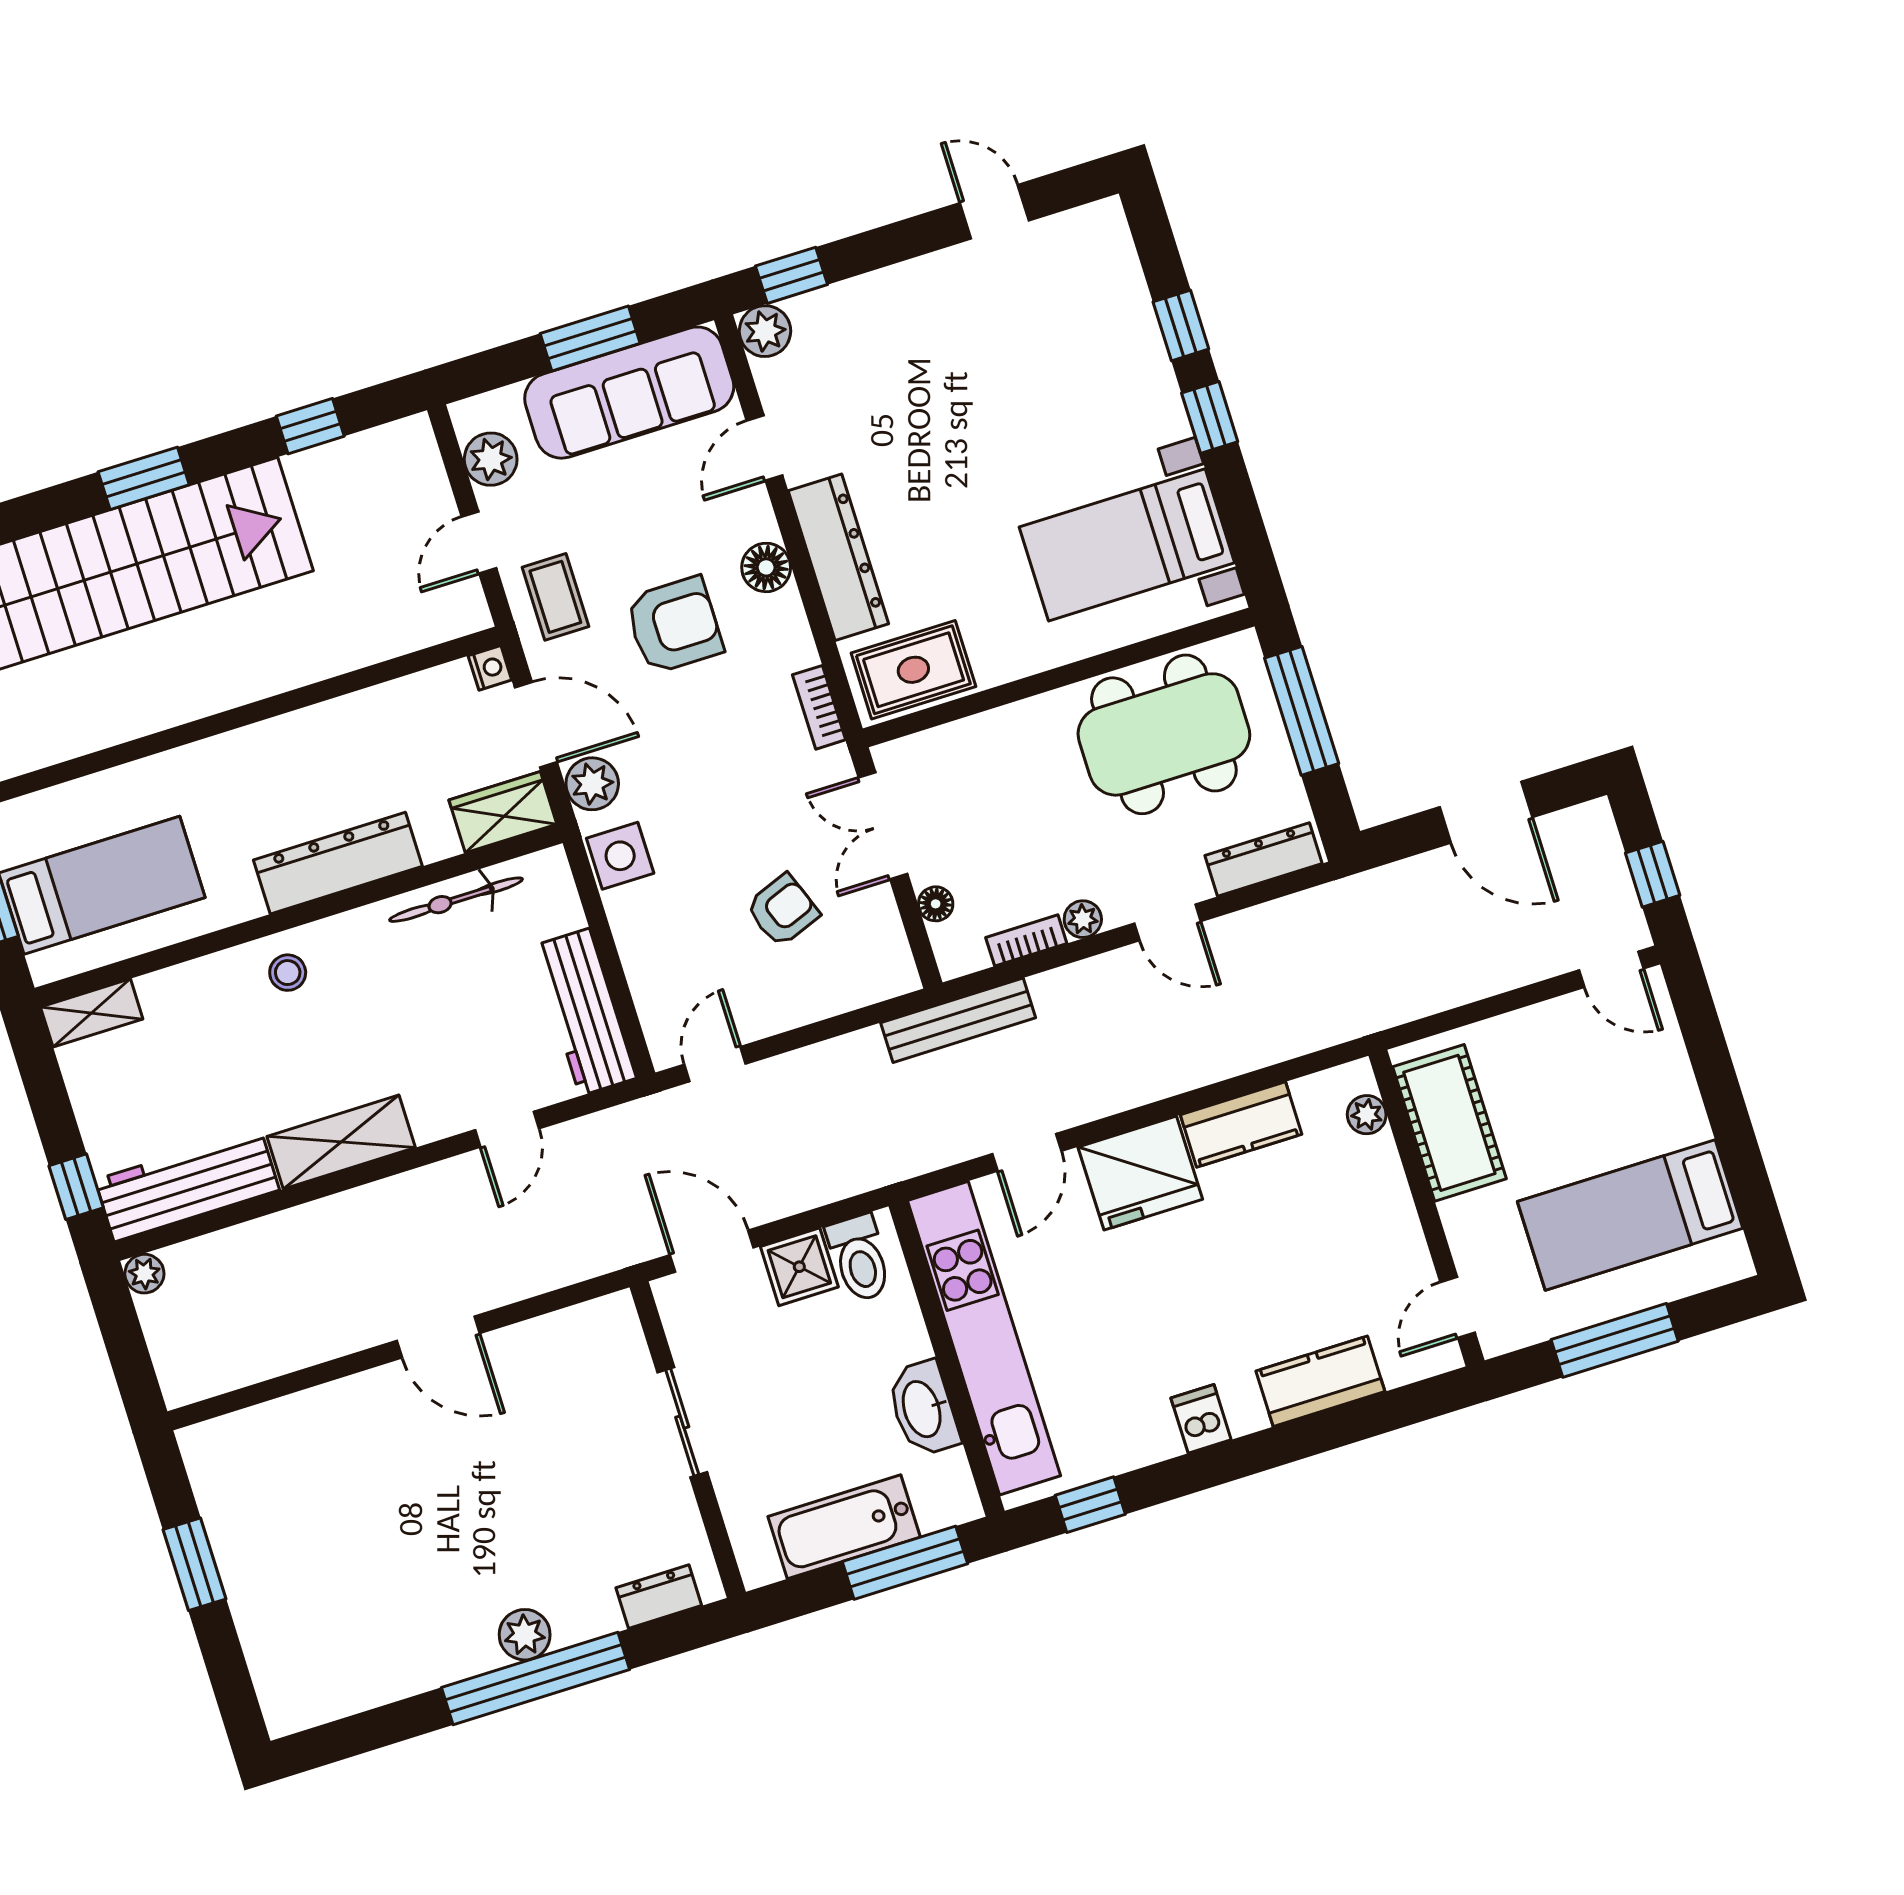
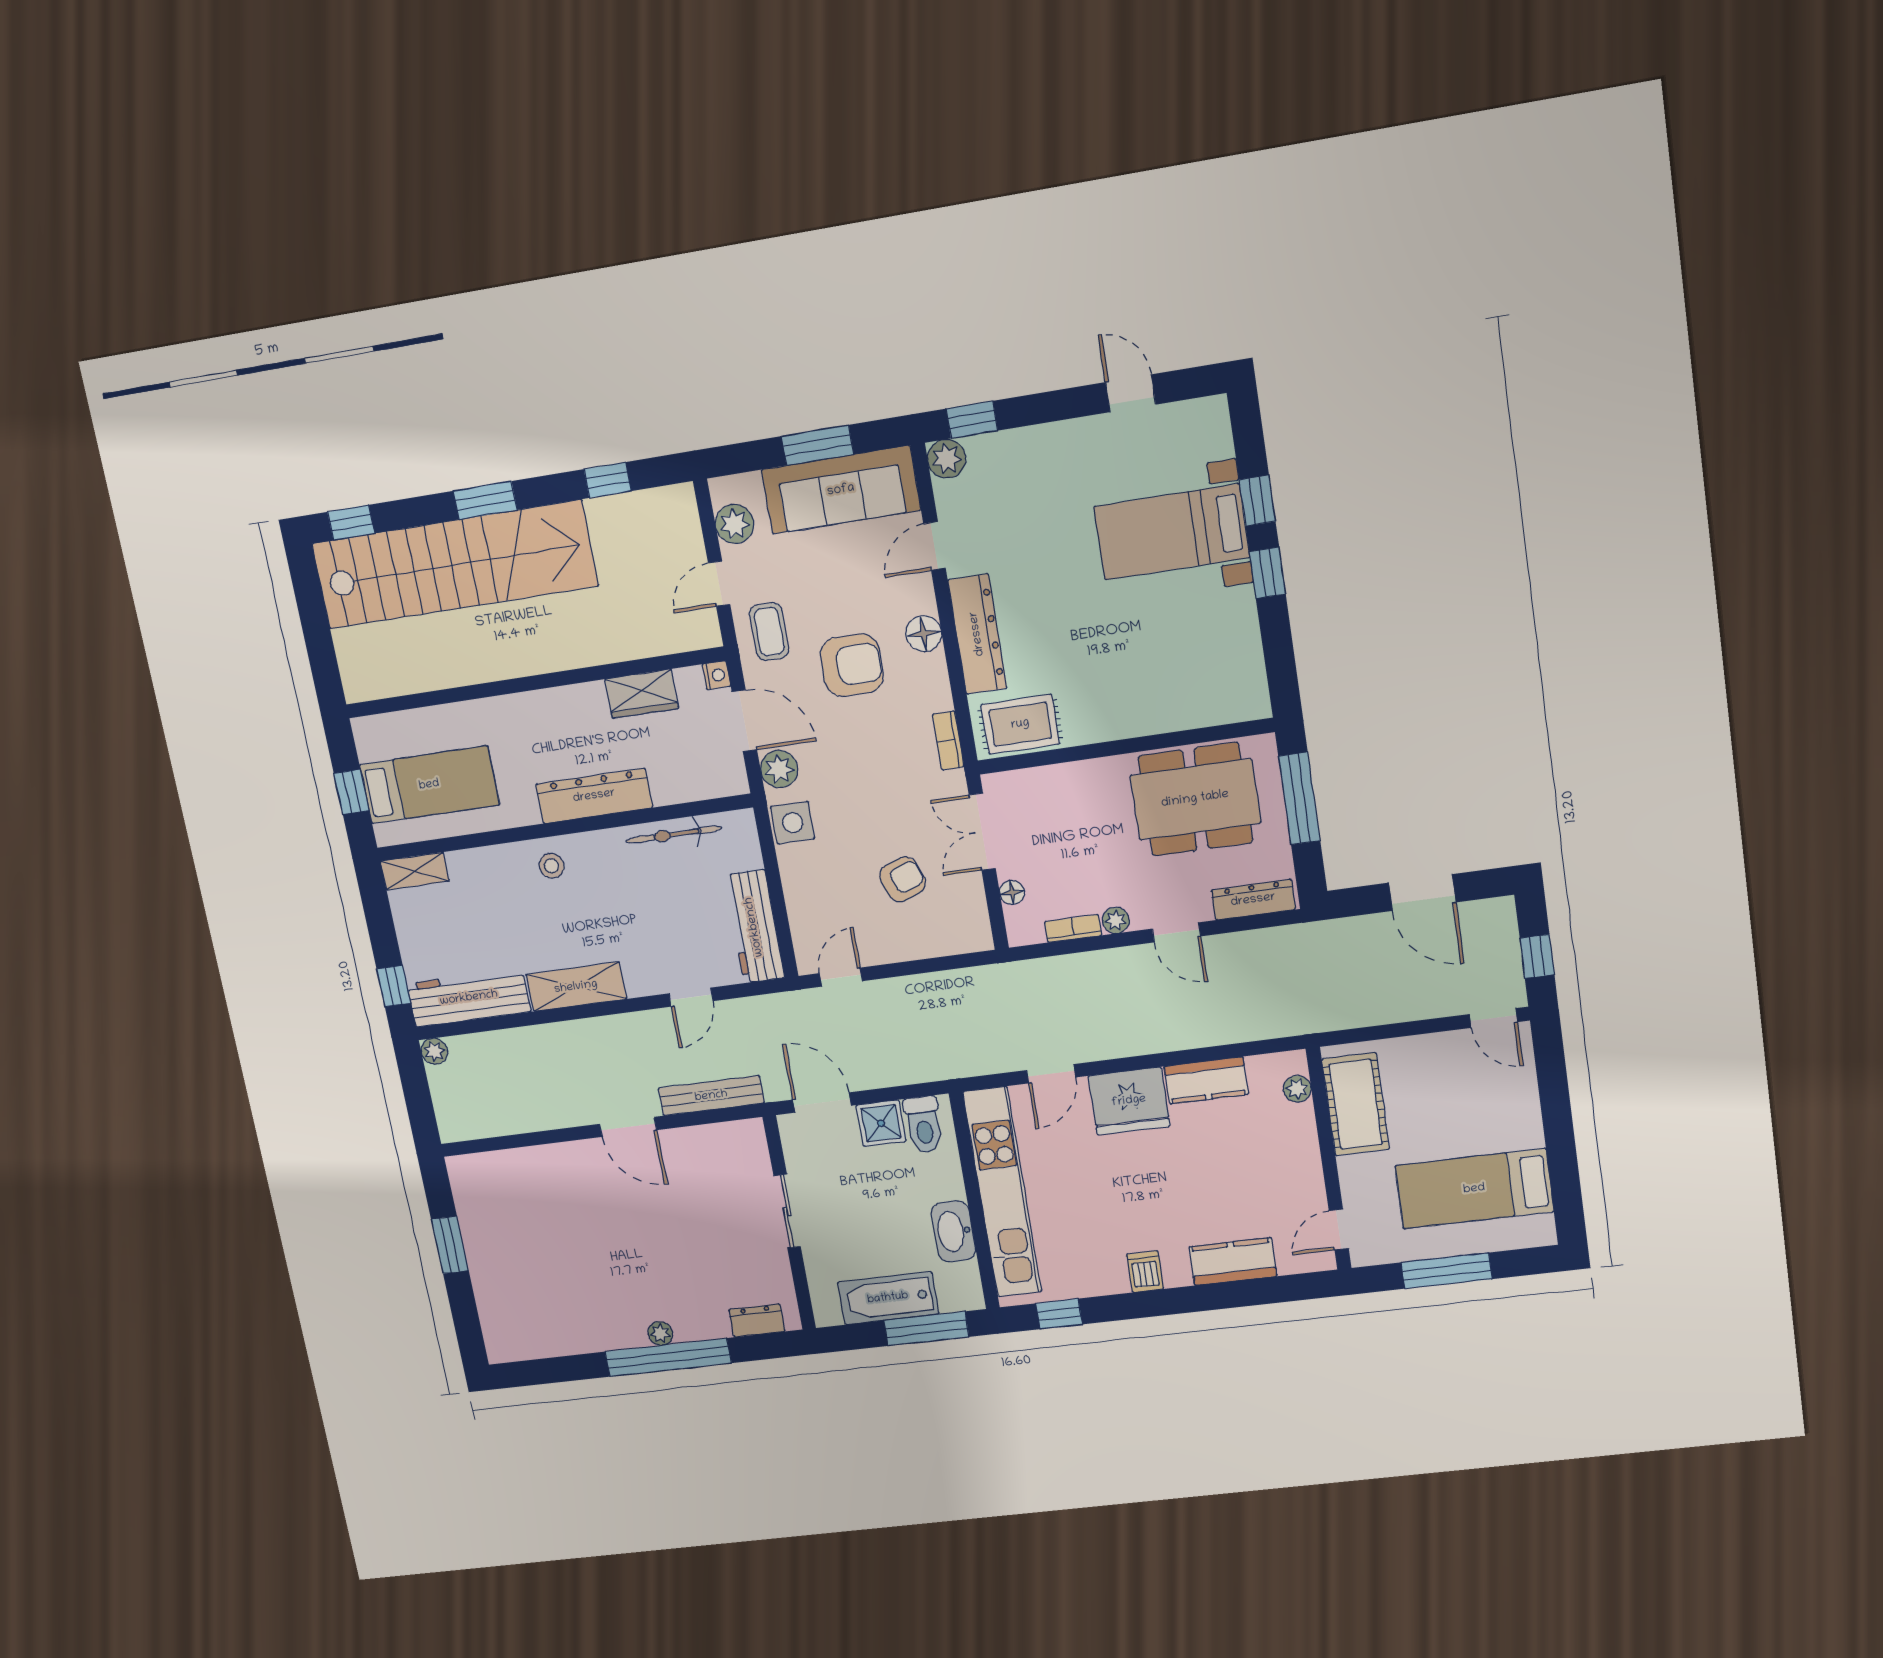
bed with nightstands: (1127, 545) -> (1172, 532), moved
wardrobe: (503, 812) -> (642, 694), moved, turned 180
bench: (958, 1020) -> (711, 1096), moved
plant: (525, 1635) -> (660, 1333), width x0.73, depth x0.73

